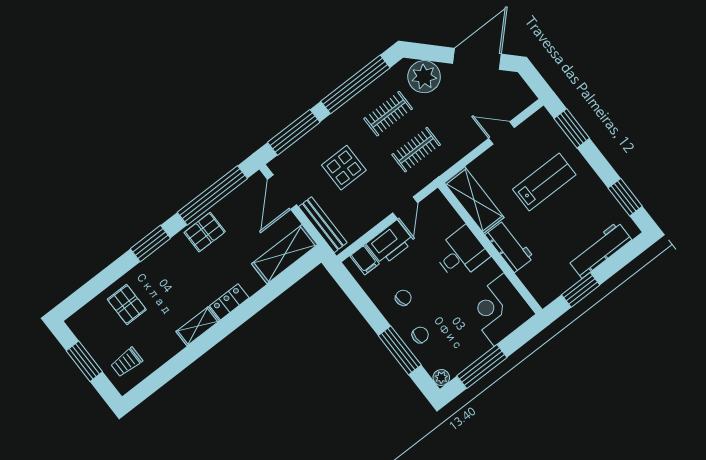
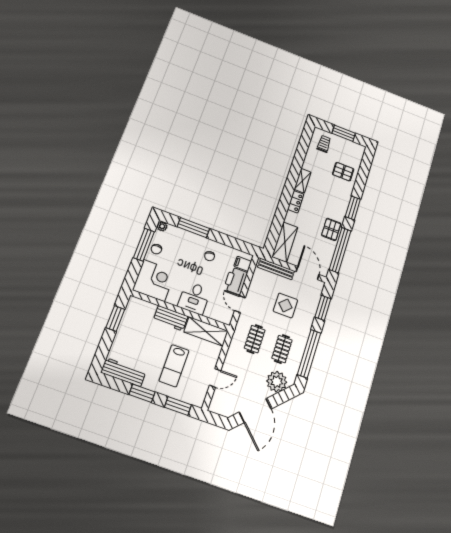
window: (294, 132) -> (323, 308), width x0.69
window: (625, 197) -> (142, 393), moved
workbench: (600, 250) -> (123, 372), moved, turned -90
chair: (420, 335) -> (156, 249), moved

